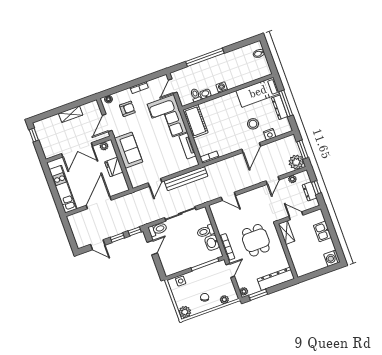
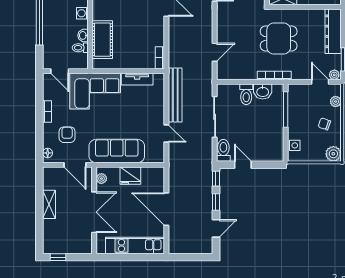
cot: (195, 121) -> (102, 40), moved, turned 90
sofa: (129, 150) -> (117, 151), width x1.36
door: (230, 270) -> (320, 82), moved

